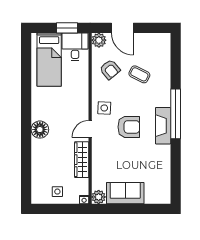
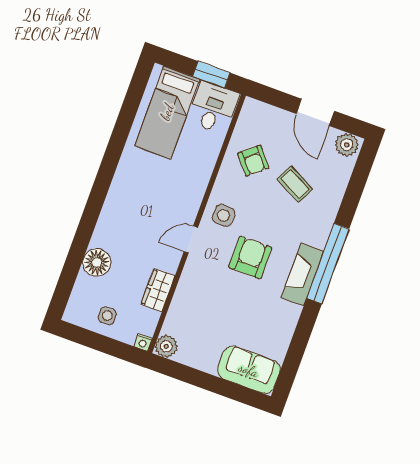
door: (122, 28) -> (315, 112), moved
plant: (99, 40) -> (347, 145), moved
armchair: (129, 127) -> (250, 257), turned -90
floor lamp: (40, 130) -> (97, 262), moved
wardrobe: (82, 160) -> (158, 290), width x0.67
sofa: (125, 193) -> (249, 370), moved

